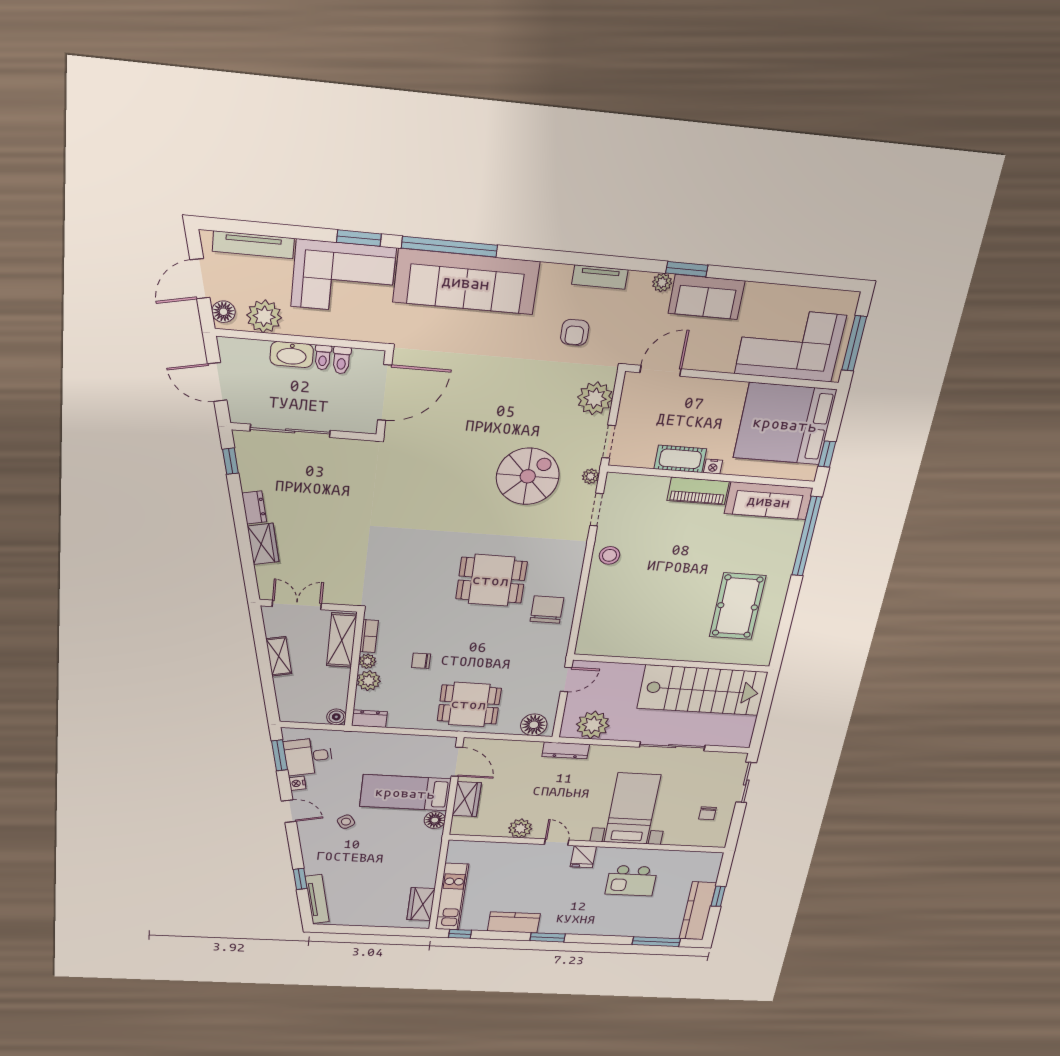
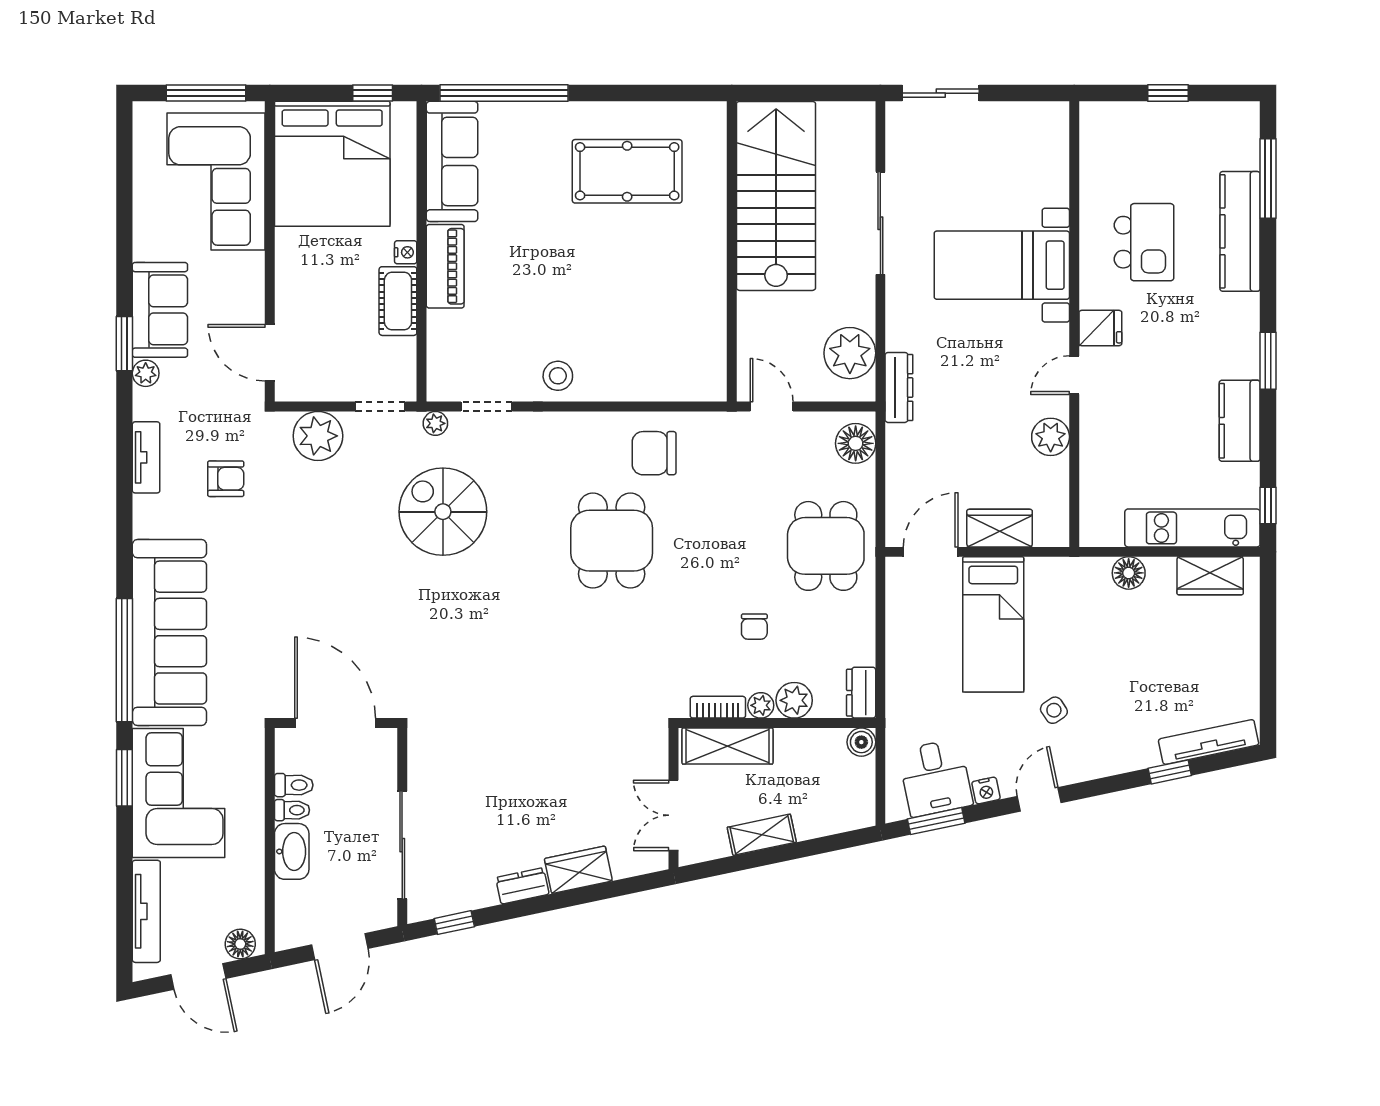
plant: (264, 316) -> (242, 891), removed
chair: (707, 813) -> (1003, 143), removed
floor lamp: (435, 820) -> (1129, 573), moved
kitchen counter: (698, 911) -> (1240, 231), moved, turned 90

